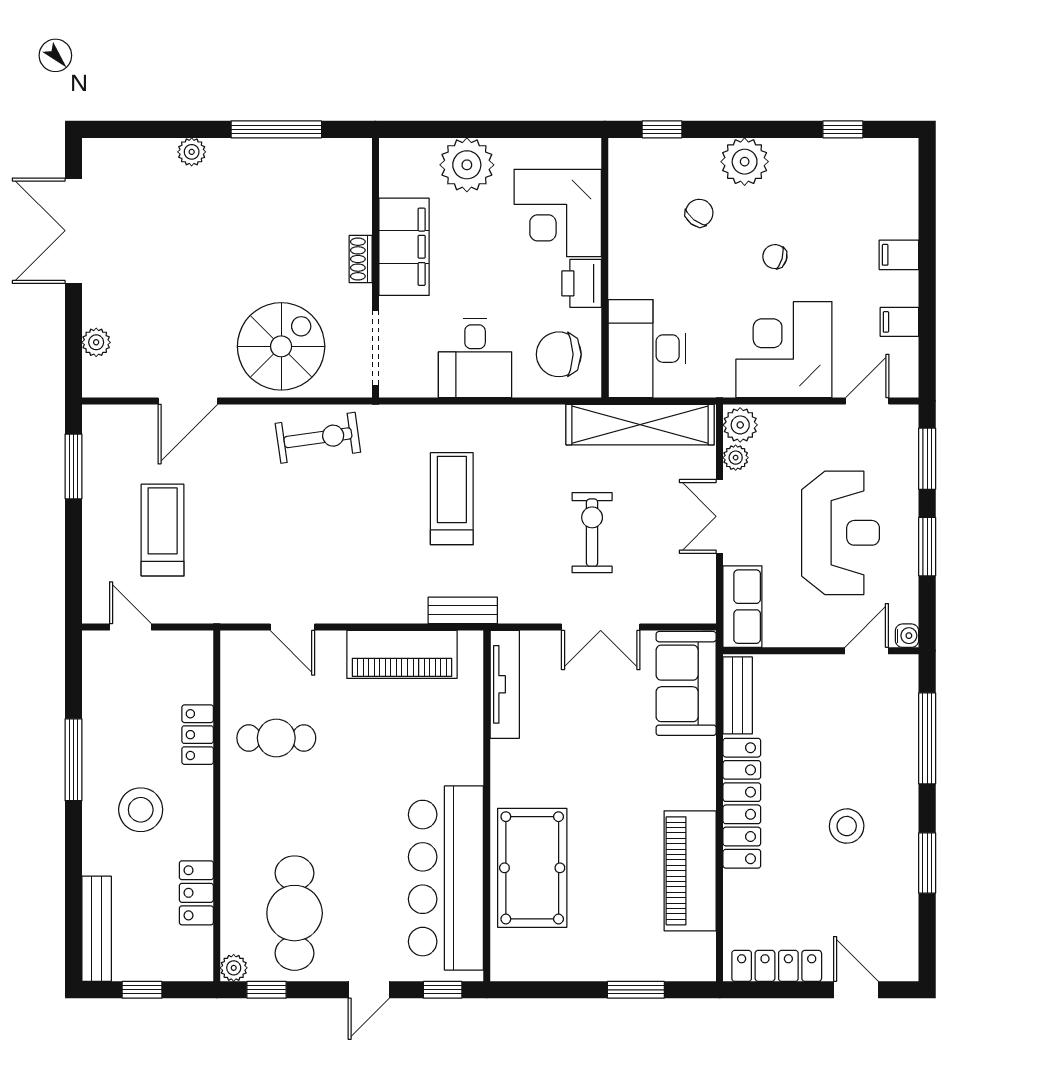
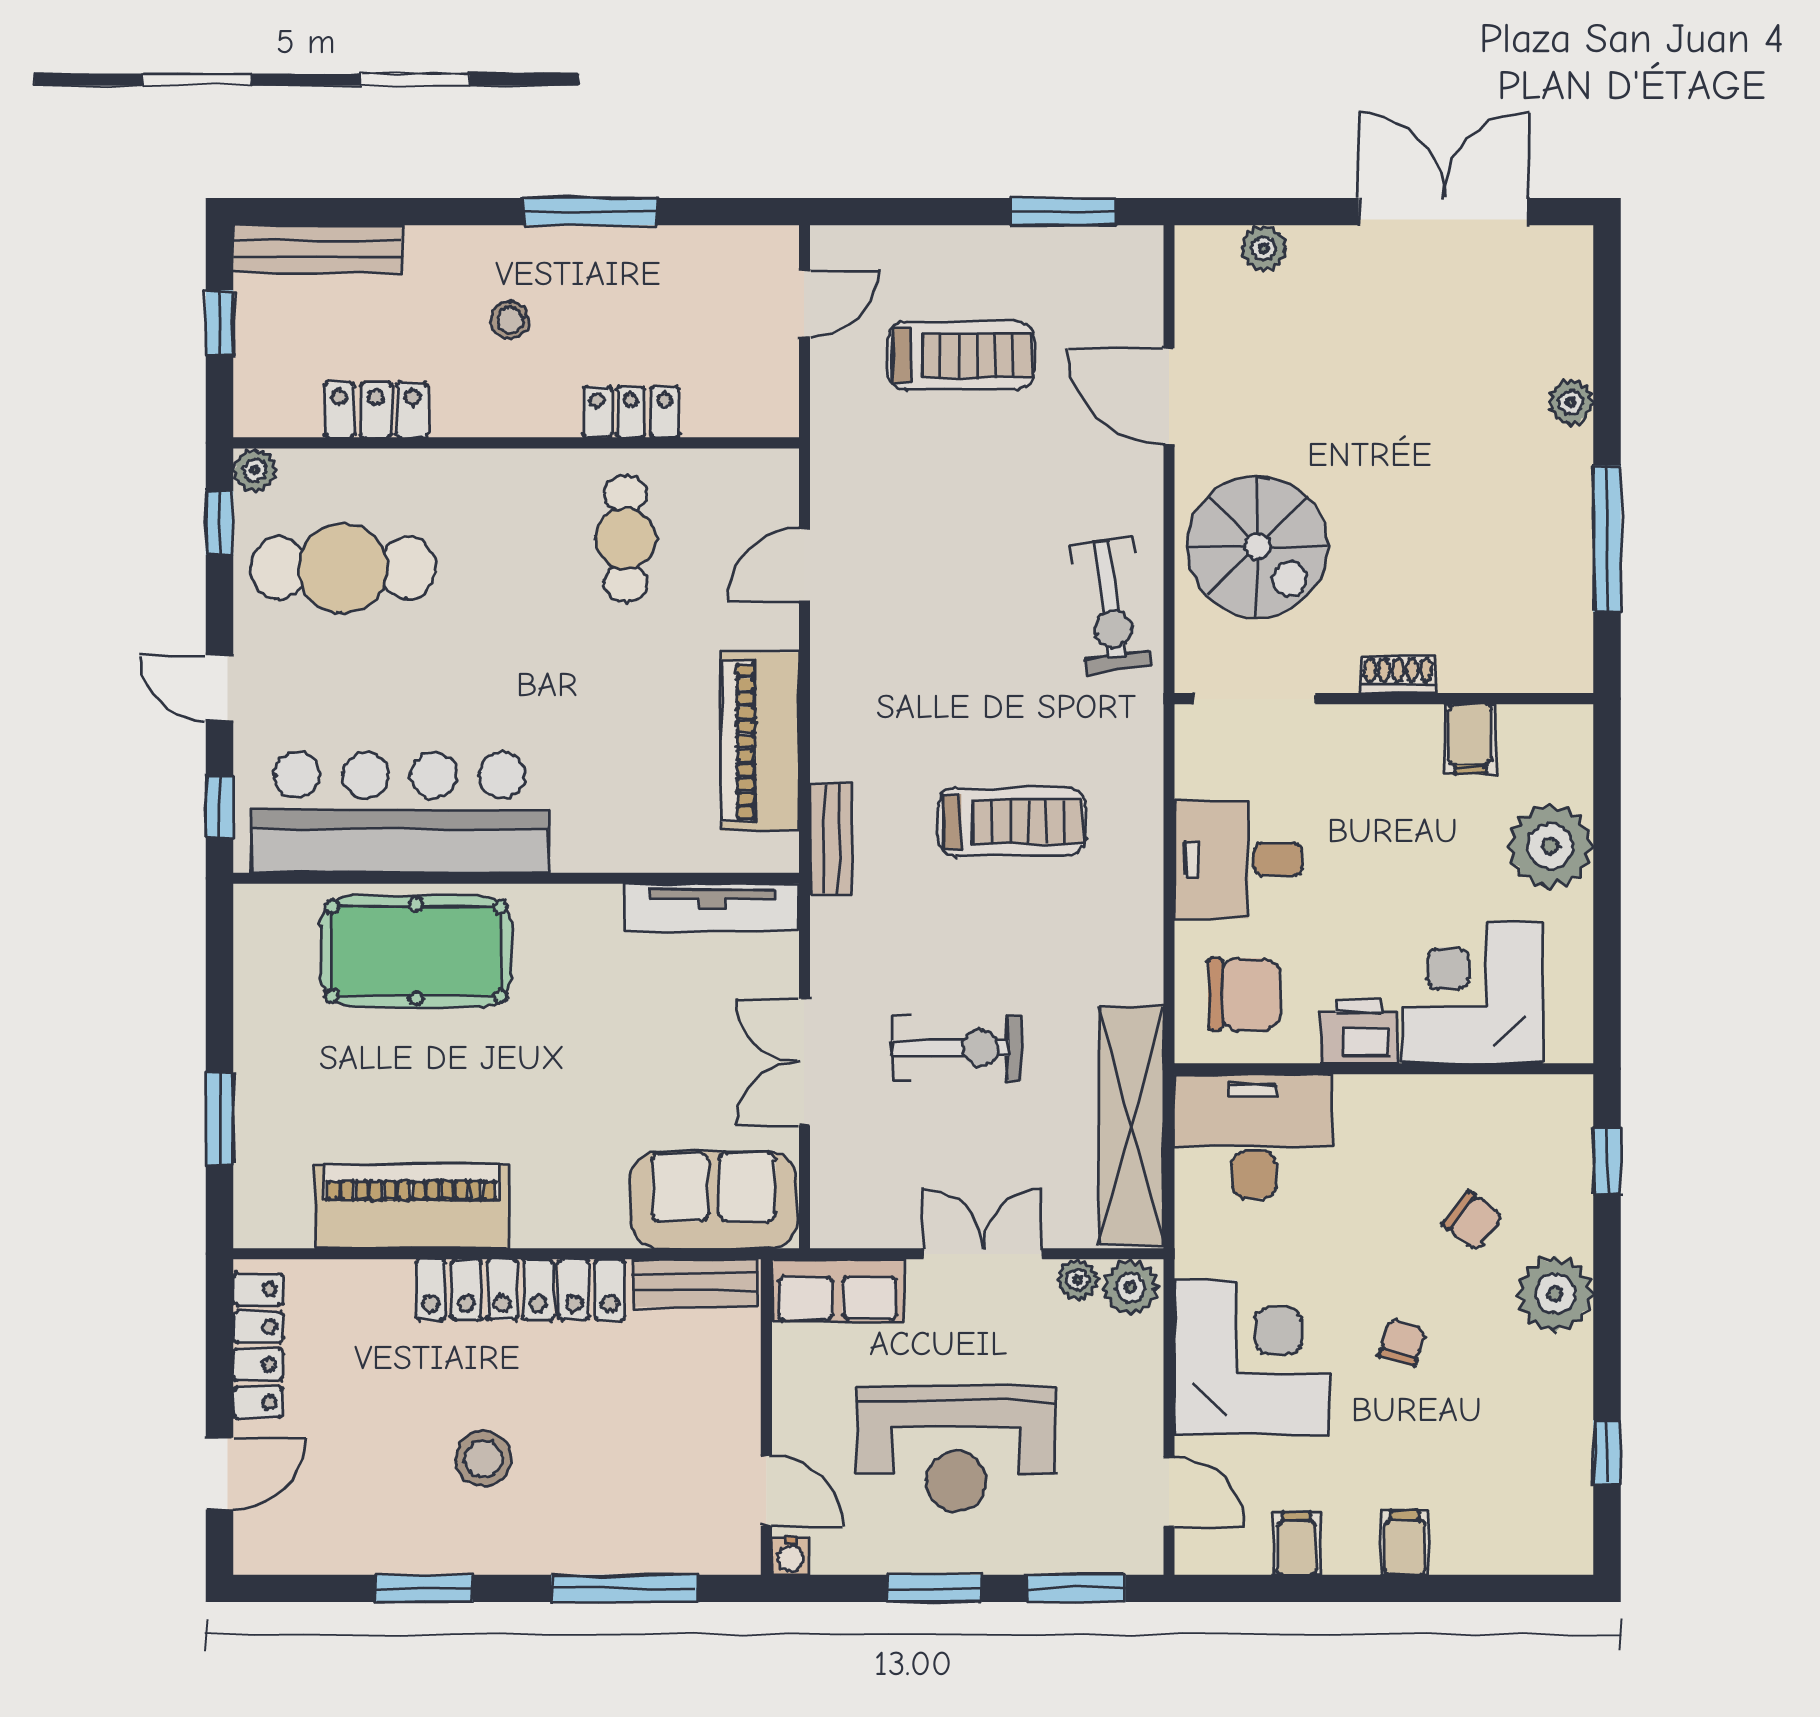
filing cabinet: (404, 247) -> (1470, 739), width x0.33, depth x0.86
chair: (559, 354) -> (1244, 994), turned 90
stool: (141, 810) -> (510, 320), width x0.53, depth x0.53

